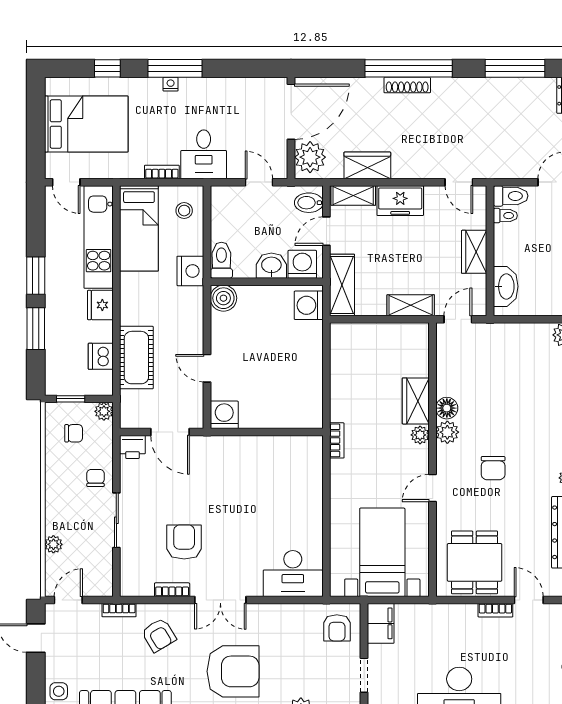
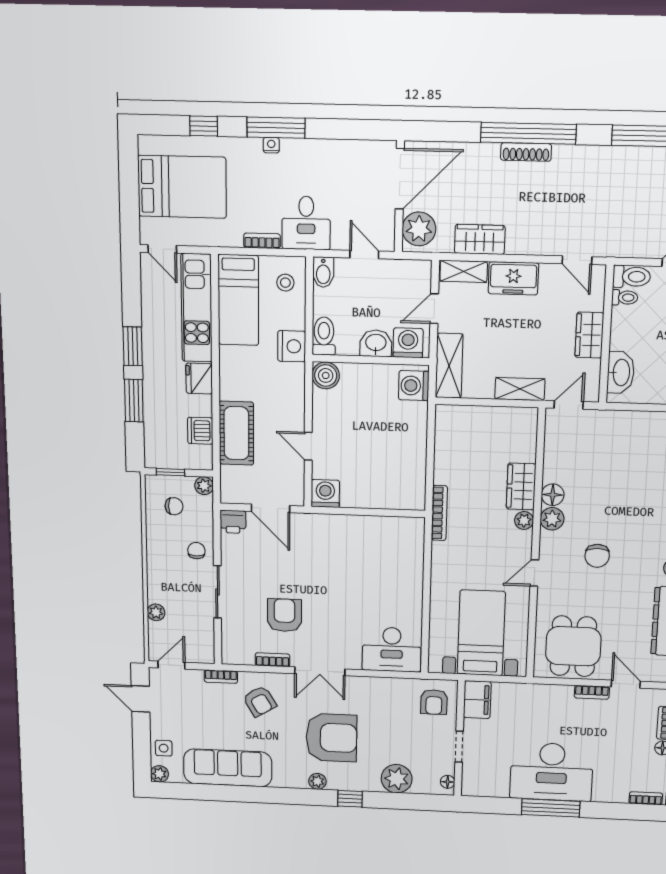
bidet: (309, 203) -> (323, 272), moved, turned -90
bookcase: (337, 440) -> (439, 513), width x1.56

